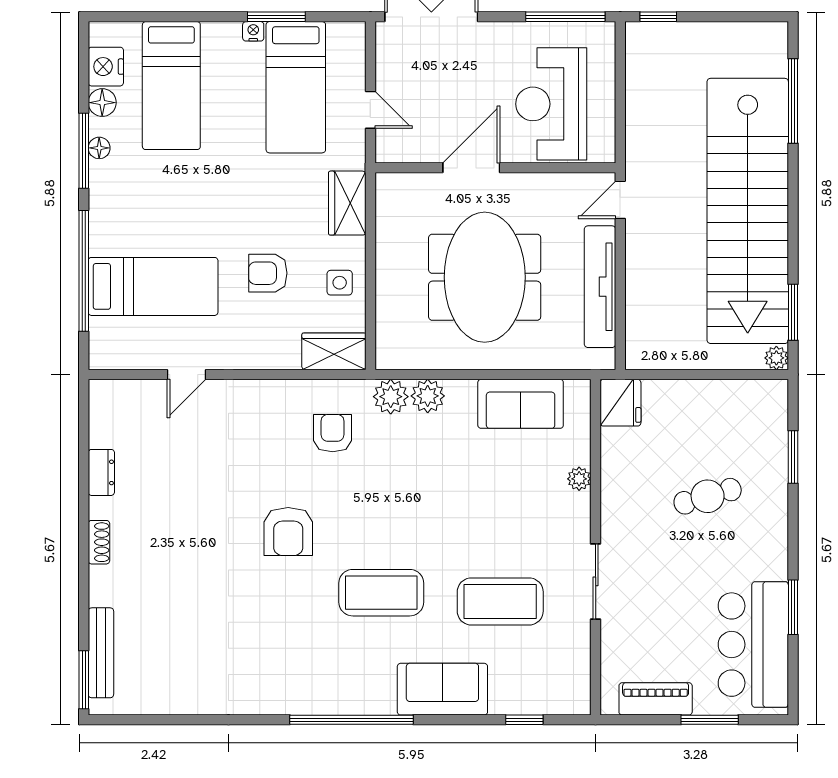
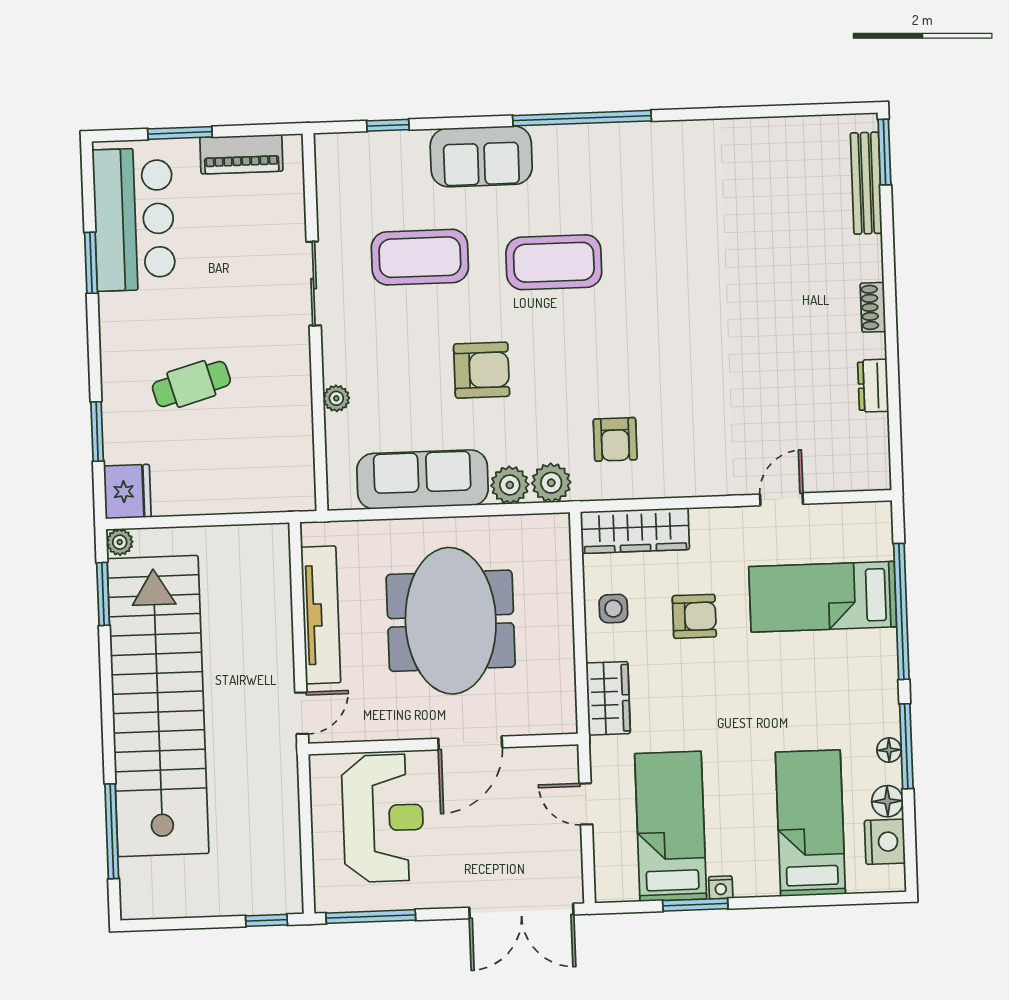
wardrobe: (334, 351) -> (635, 531), width x1.50
fridge: (620, 403) -> (127, 492), moved, turned 180
sofa: (521, 404) -> (422, 479), width x1.36
armchair: (288, 532) -> (482, 370), moved, turned 90

